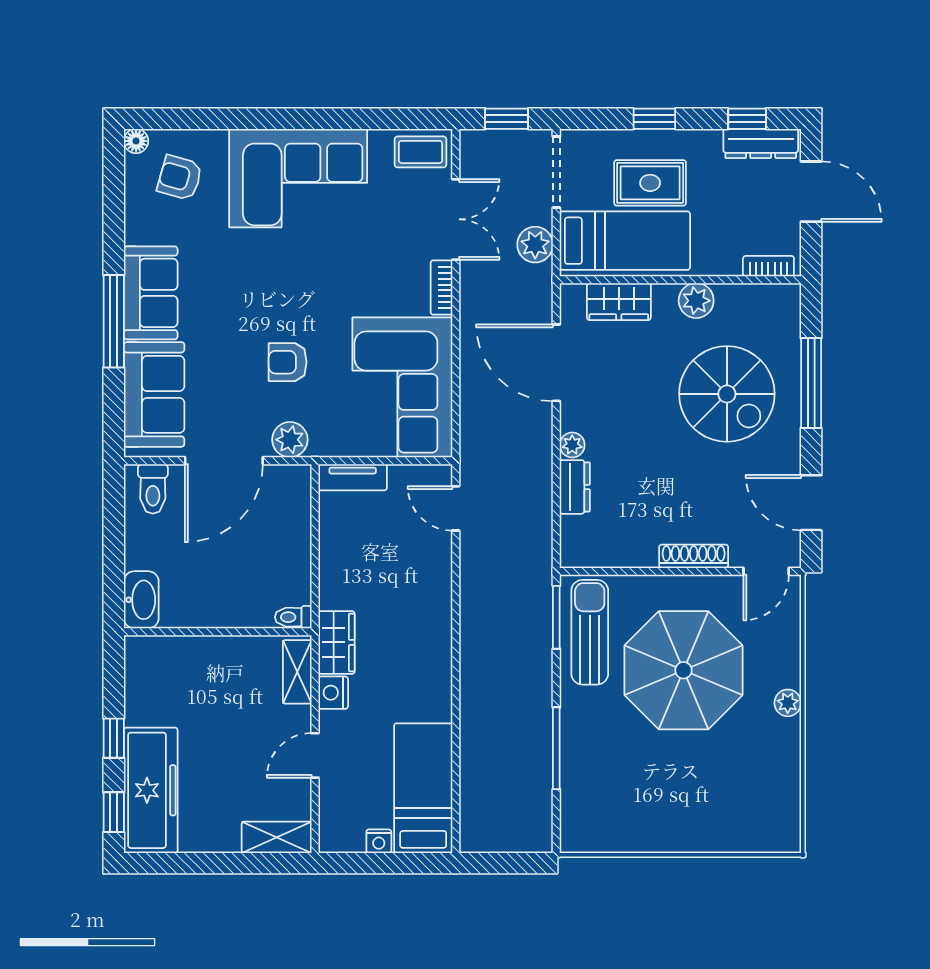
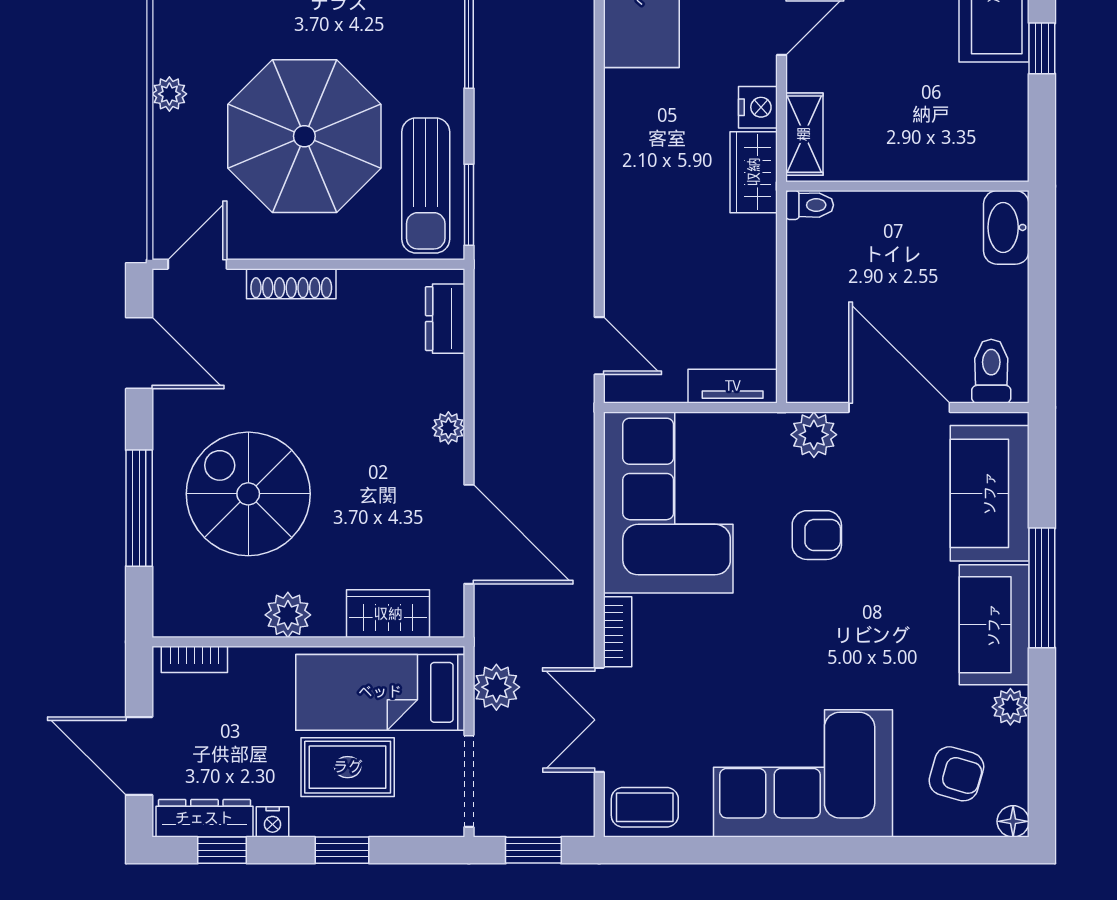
nightstand: (708, 141) -> (273, 822), added
plant: (138, 230) -> (1010, 707), added
door: (224, 461) -> (899, 407), hinge flipped
dresser: (575, 487) -> (445, 319), moved

